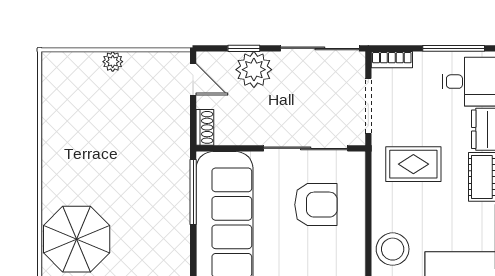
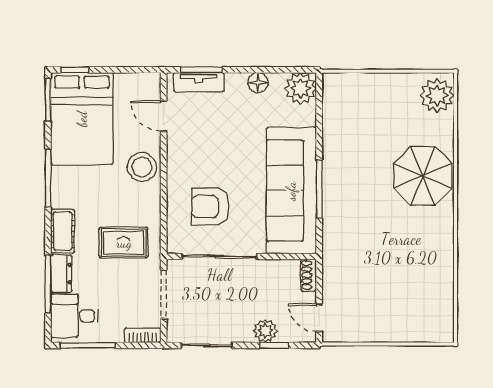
sliding door: (320, 48) -> (207, 345), width x0.73
plant: (113, 62) -> (391, 334), removed
plant: (254, 70) -> (265, 331), width x0.73, depth x0.73
window: (193, 192) -> (319, 189), moved

